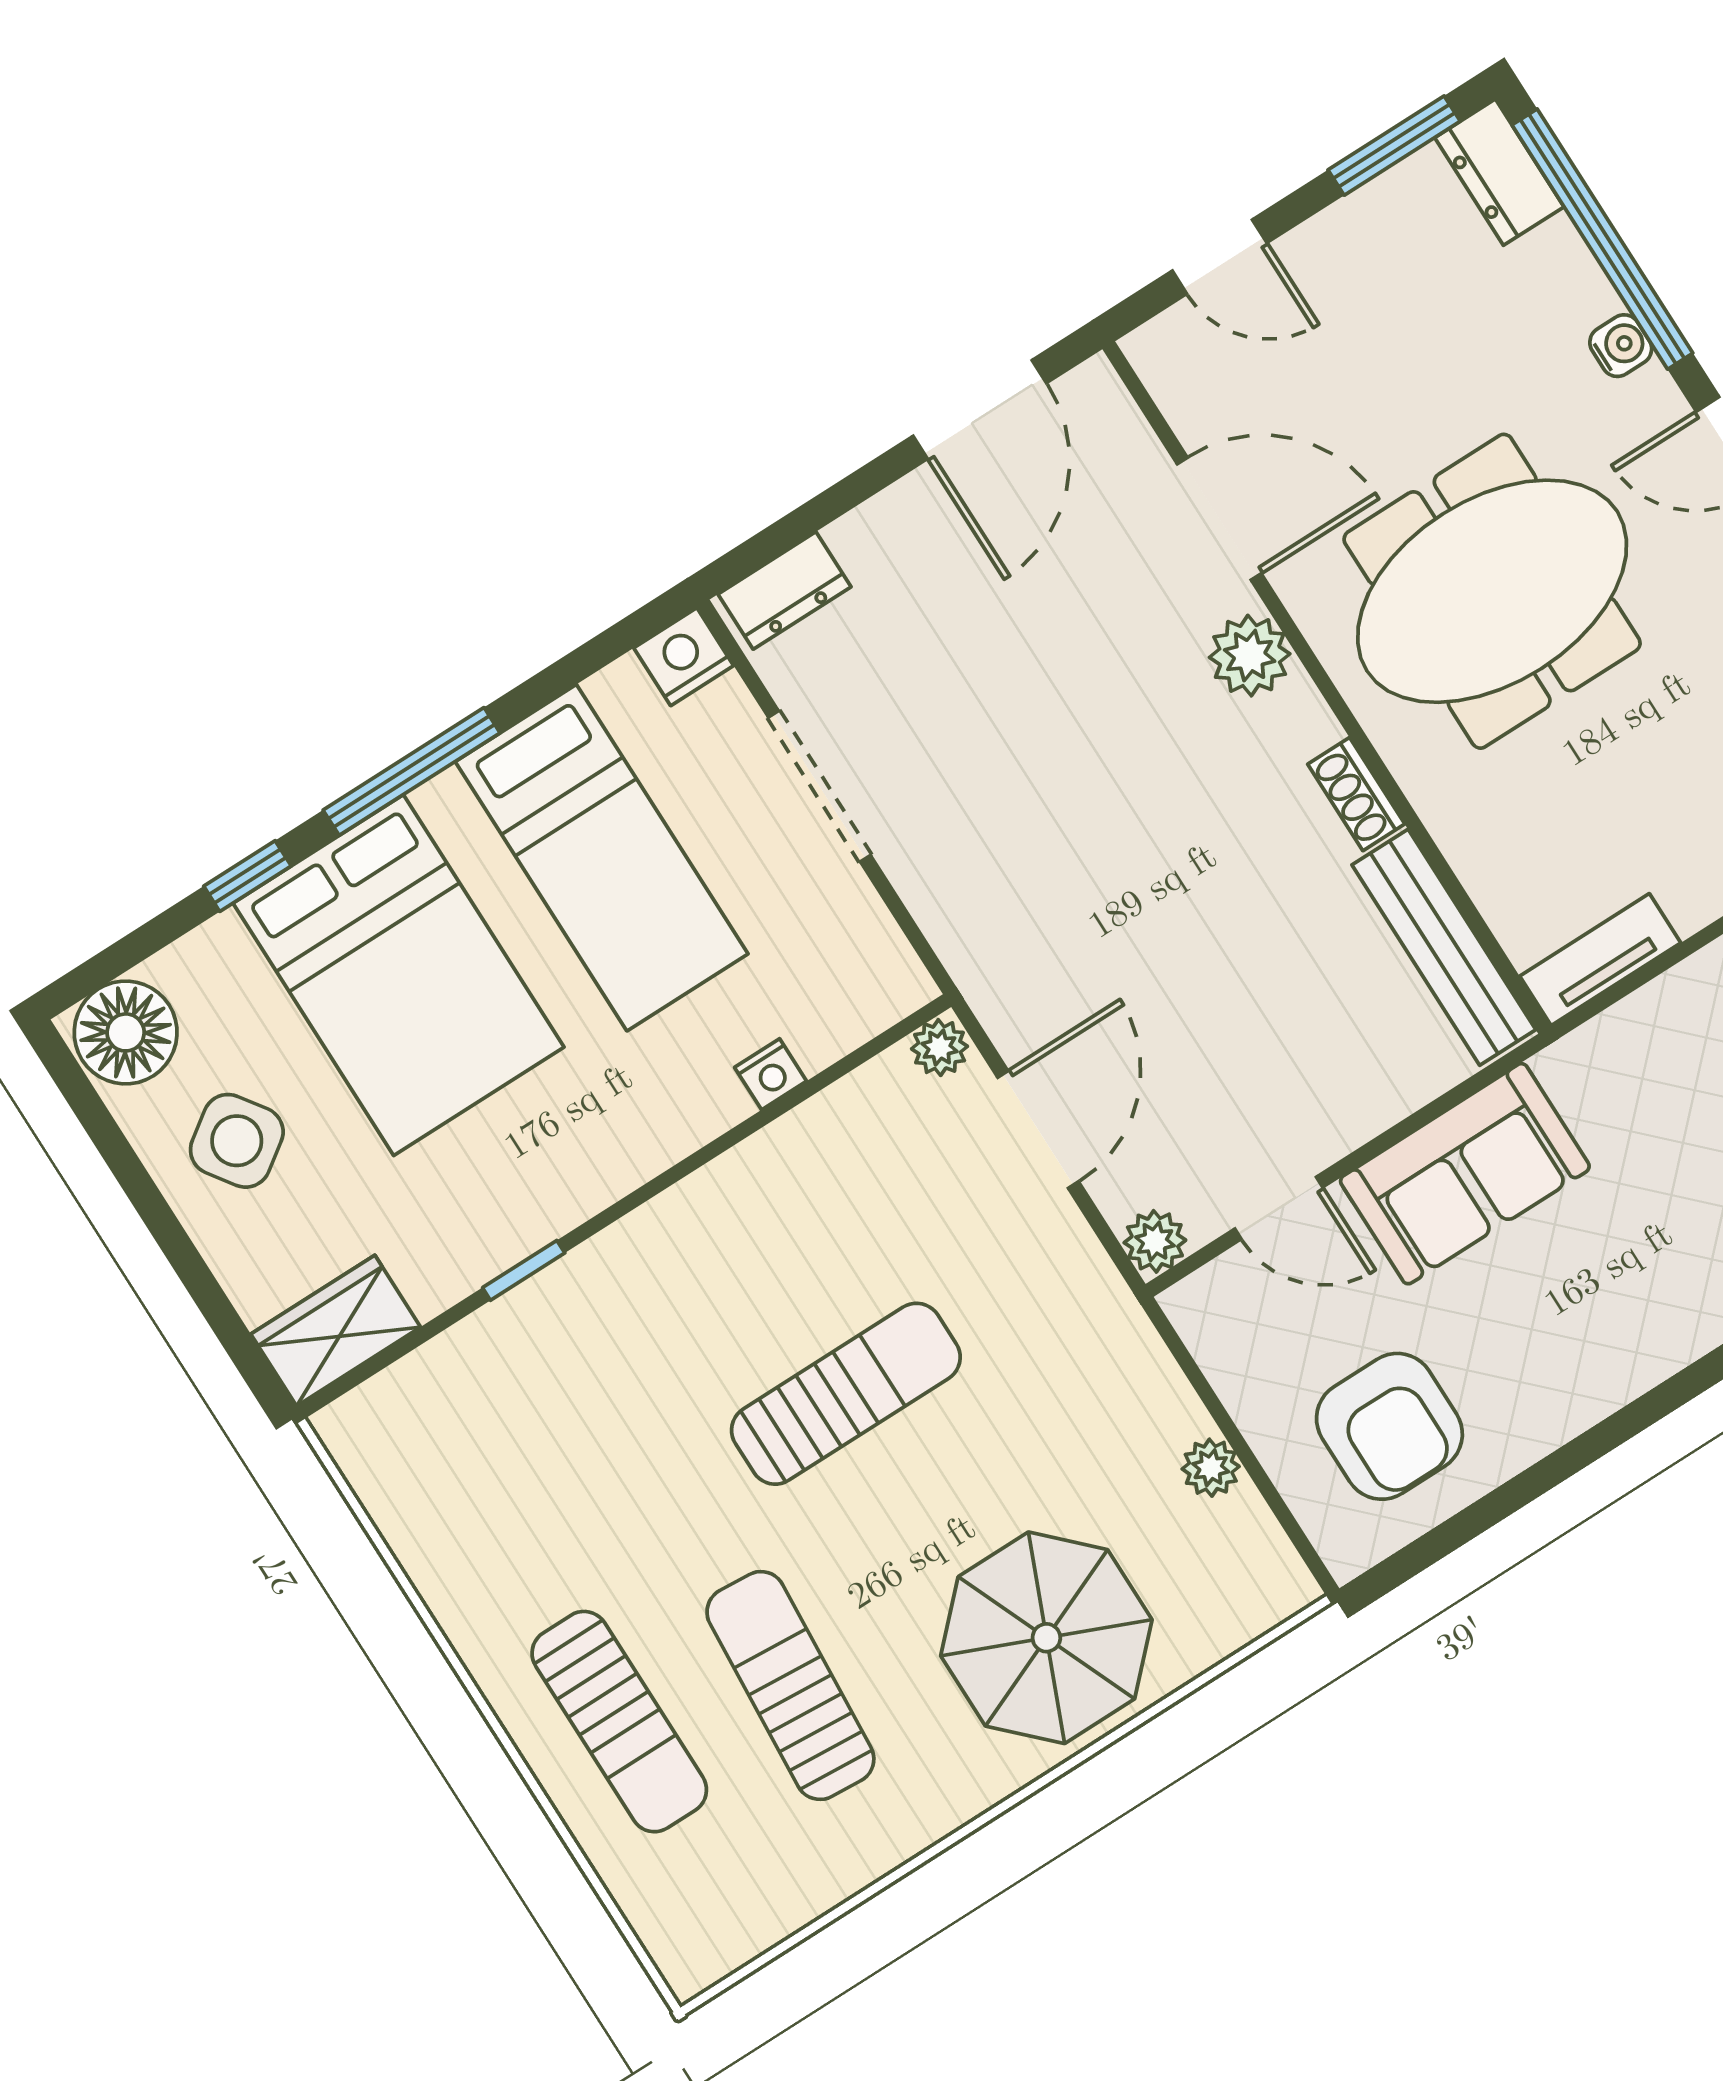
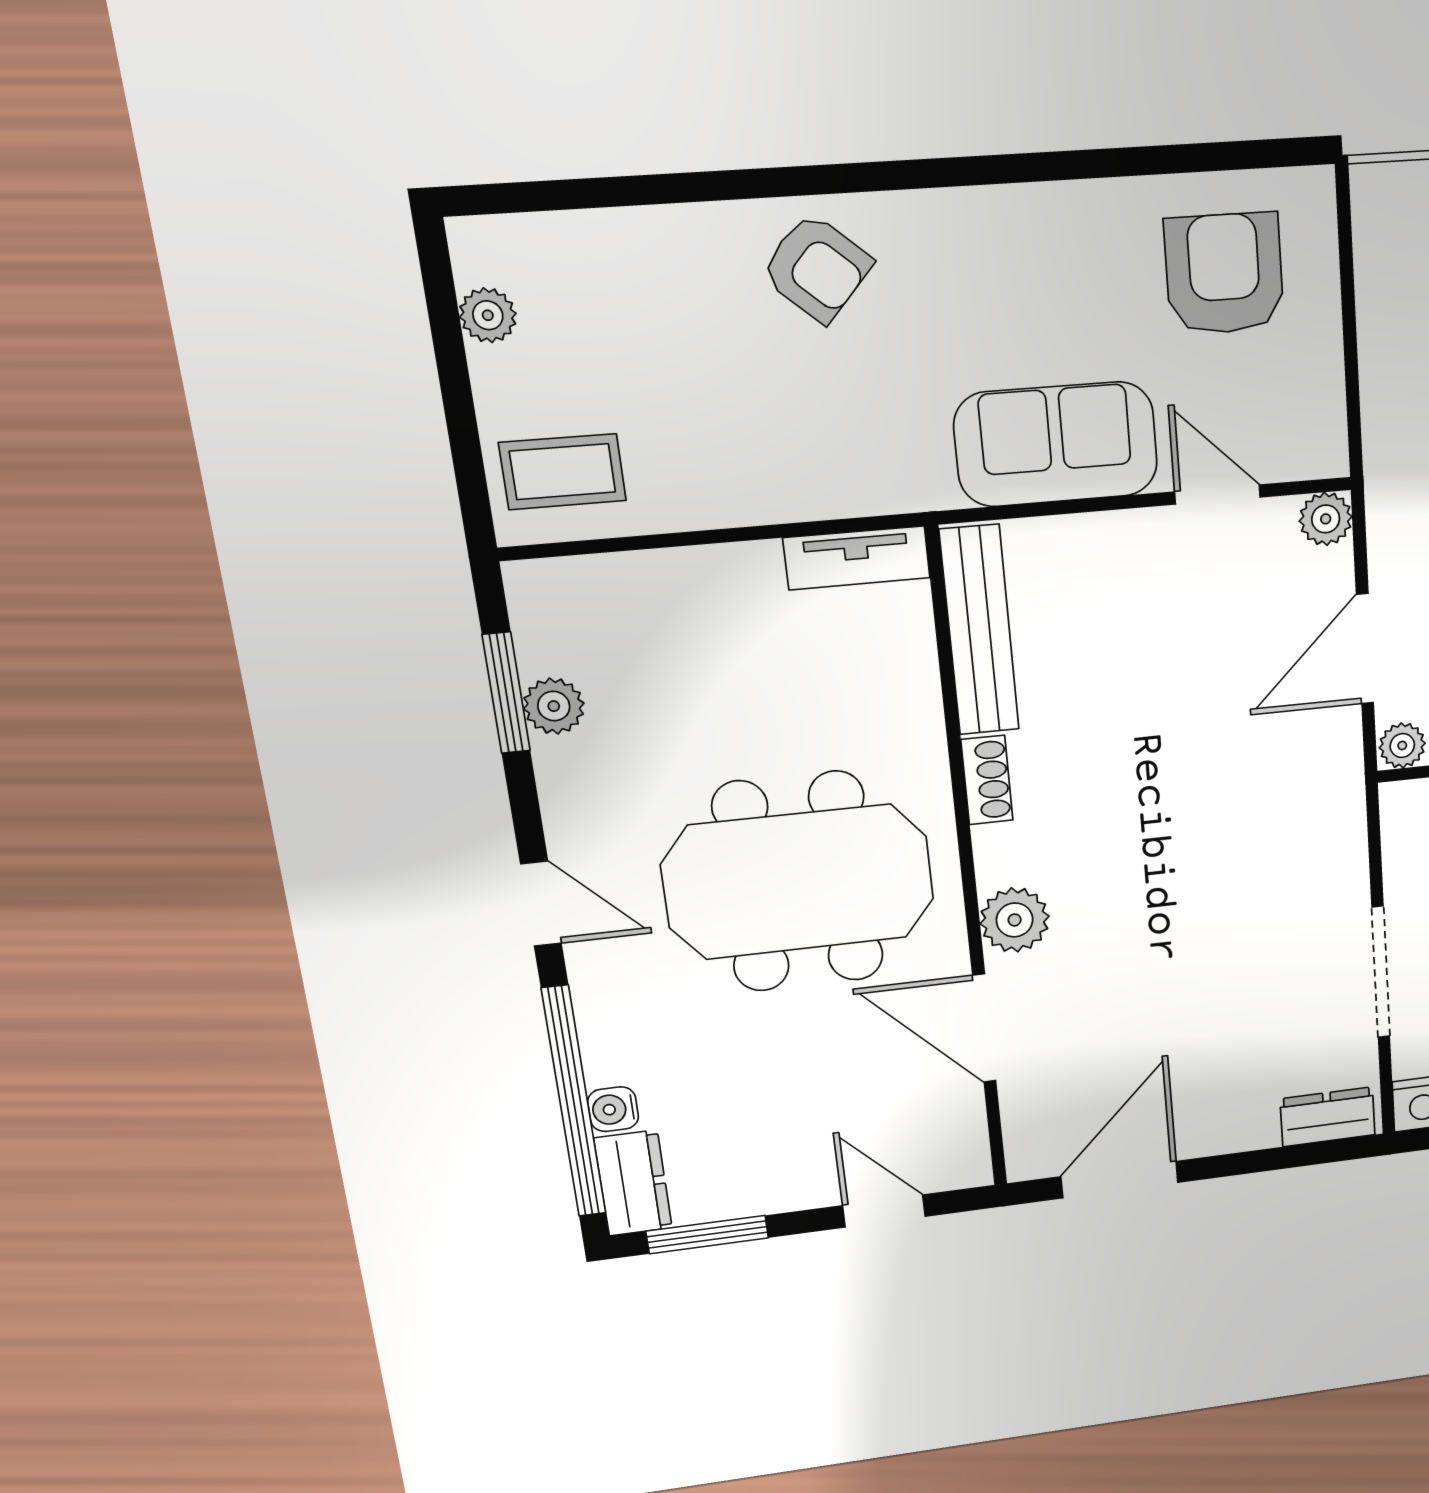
water cooler: (1621, 346) -> (613, 1109), moved
plant: (1211, 1468) -> (1381, 319), removed

